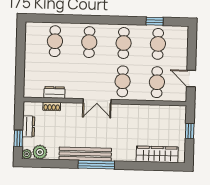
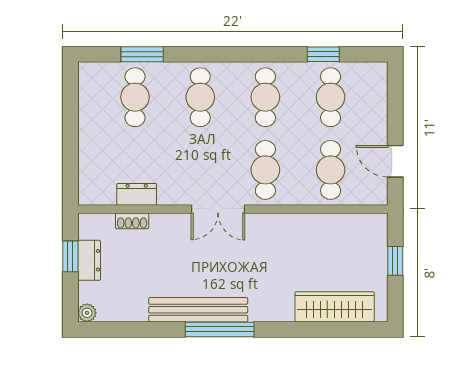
window: (59, 19) -> (142, 54), added
window: (18, 138) -> (70, 256), moved
plant: (40, 152) -> (112, 308), removed

